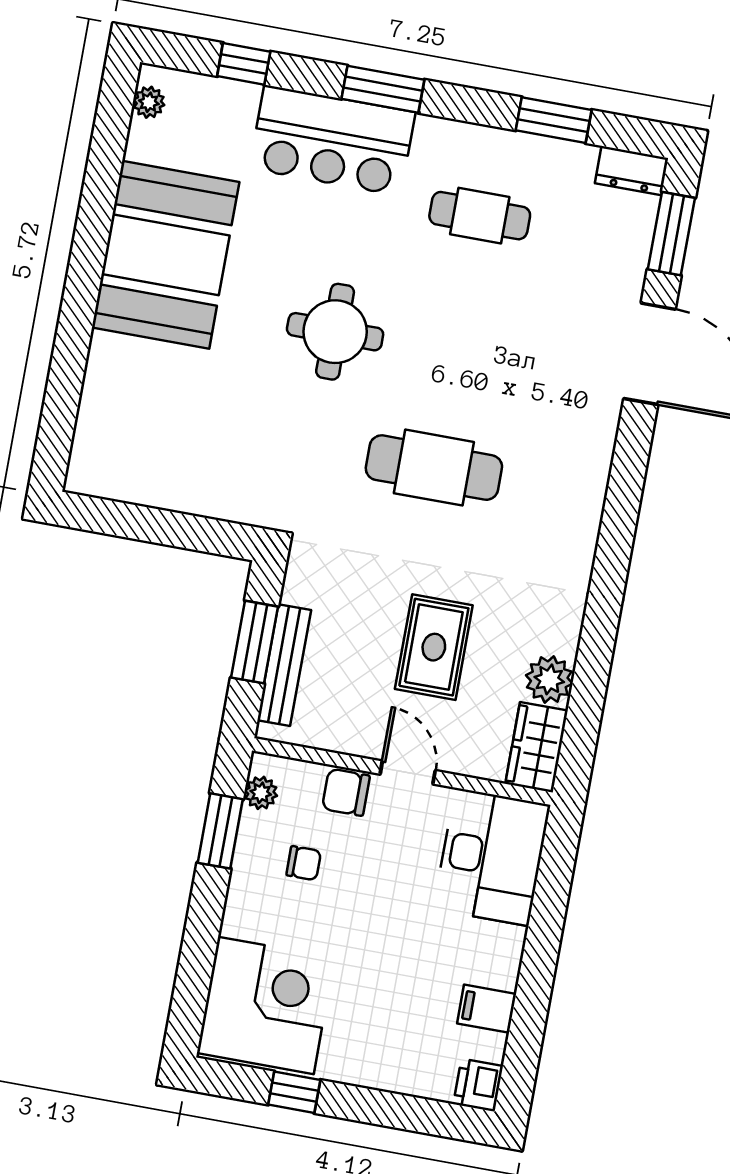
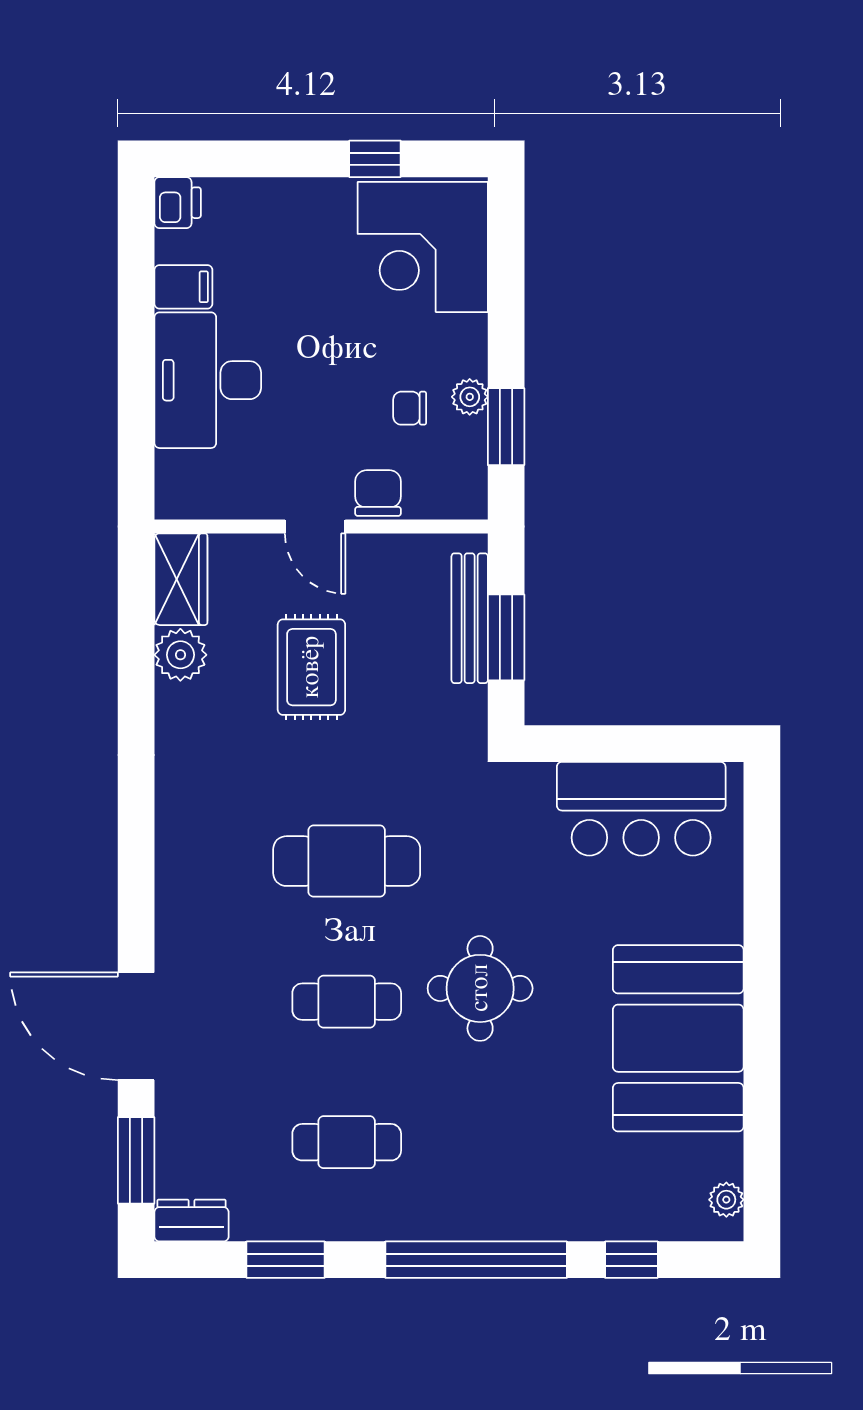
window: (383, 89) -> (476, 1260), width x2.11
bar counter: (332, 140) -> (641, 809), moved, turned 180
cafe table: (457, 342) -> (347, 1002), added
chair: (346, 792) -> (378, 493), turned -90
plant: (261, 793) -> (470, 397), moved
desk: (492, 857) -> (208, 380), moved

